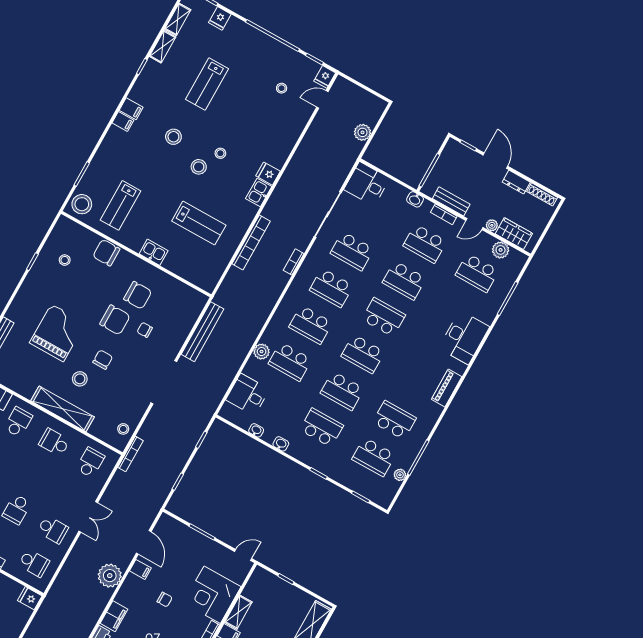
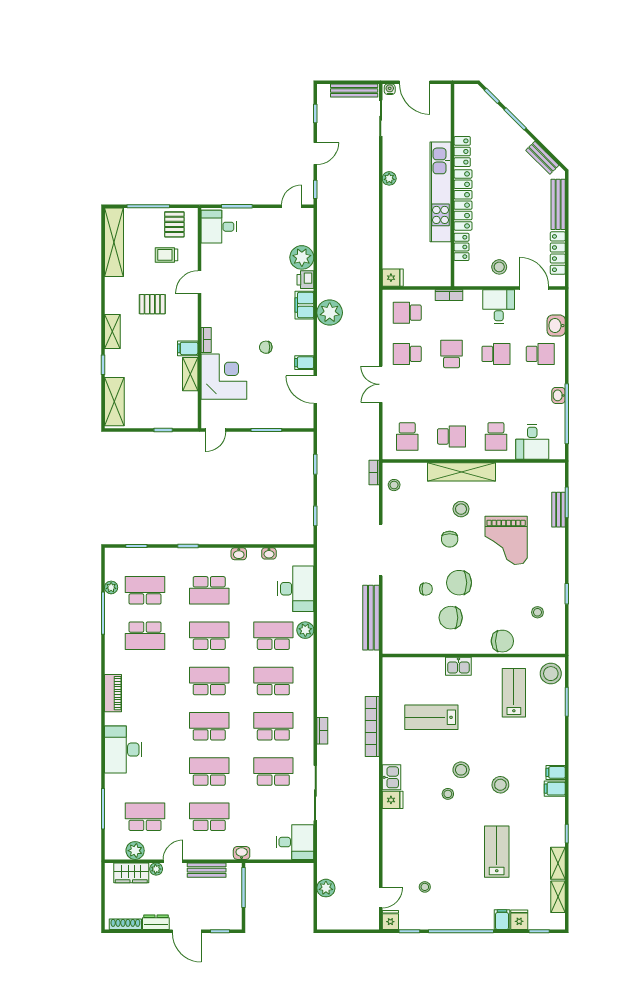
filing cabinet: (234, 26) -> (502, 920), added
bookcase: (444, 214) -> (207, 854), removed
school desk: (384, 317) -> (209, 726), turned 180
desk: (248, 394) -> (296, 589), width x1.37
bookcase: (131, 454) -> (374, 472), width x0.64
plant: (110, 576) -> (330, 313), moved

